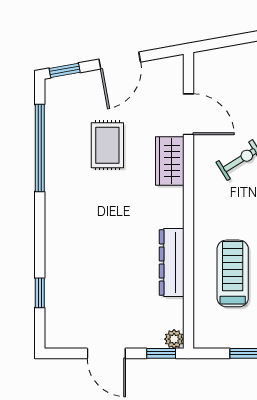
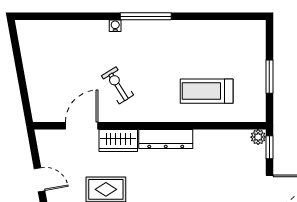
door: (120, 61) -> (40, 180), width x0.73
dresser: (172, 262) -> (166, 139), moved

